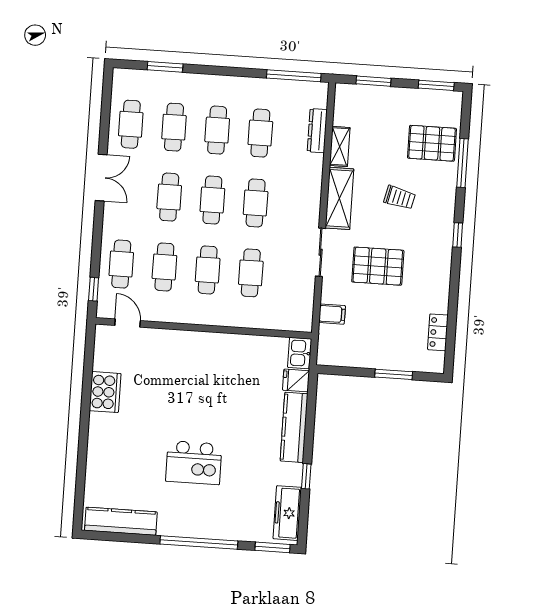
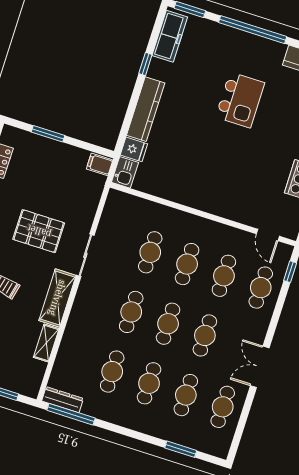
dresser: (317, 131) -> (63, 400), moved, turned -90
filing cabinet: (332, 314) -> (100, 164), moved
kitchen island: (194, 463) -> (240, 100), turned 90

